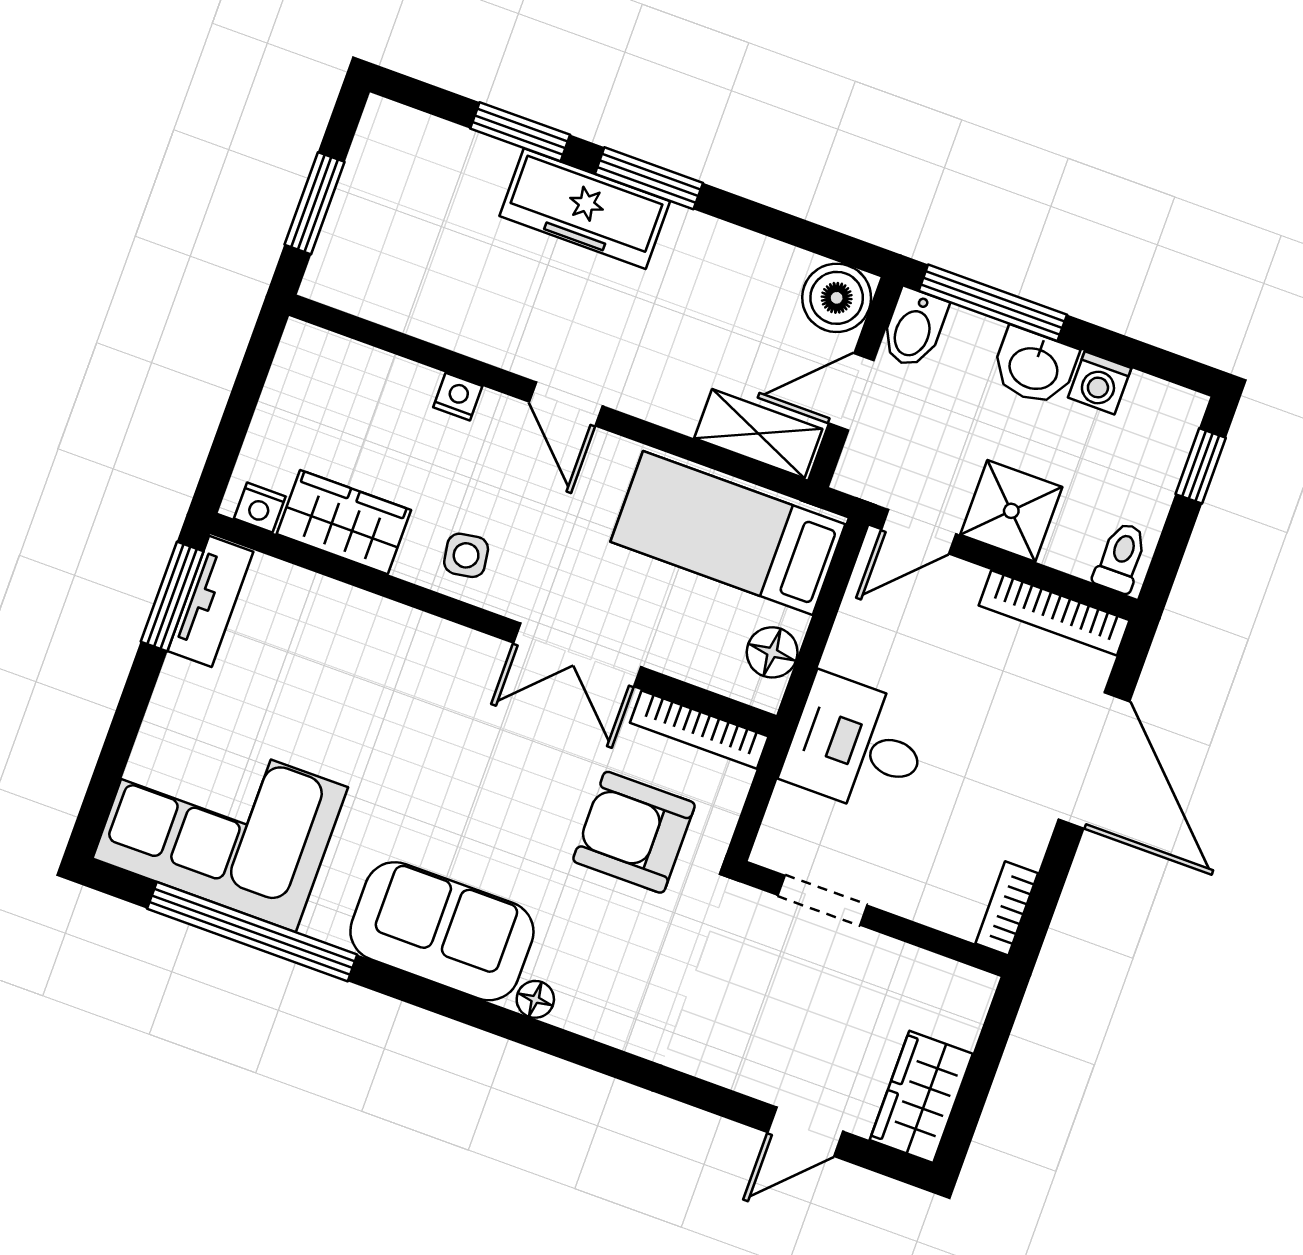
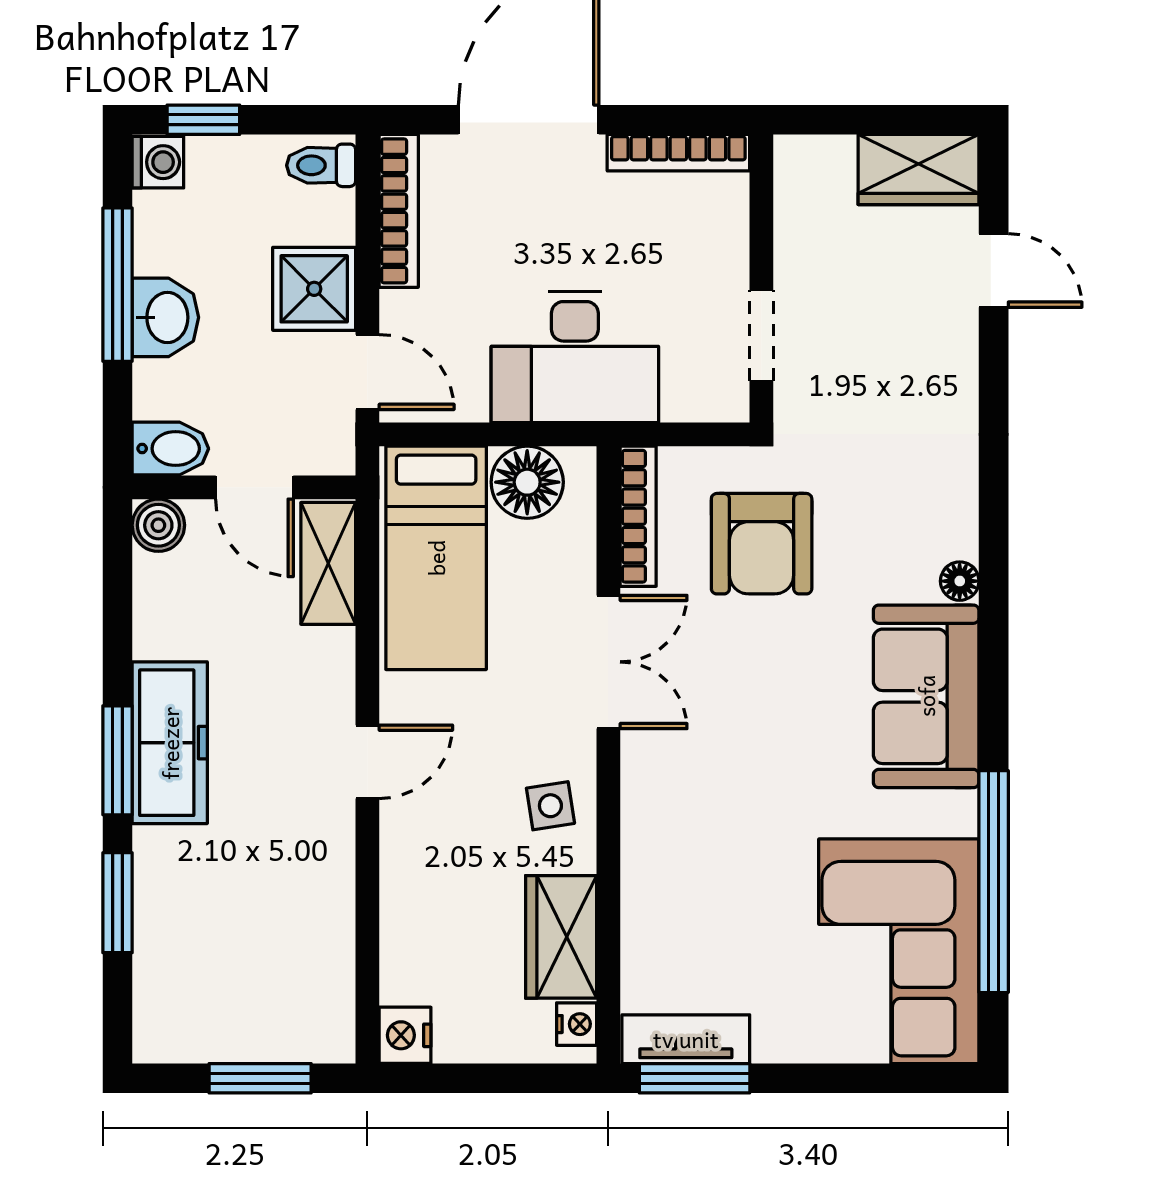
freezer: (585, 209) -> (170, 743), moved
boiler: (837, 298) -> (158, 525), width x0.73, depth x0.73
window: (993, 303) -> (117, 285), moved
washing machine: (1100, 383) -> (158, 162), moved
nightstand: (458, 397) -> (405, 1035), moved, width x1.39, depth x1.35
floor lamp: (772, 652) -> (527, 482), width x1.38, depth x1.38
desk: (857, 745) -> (575, 357), width x1.37
bookcase: (1007, 908) -> (678, 153), width x1.56

